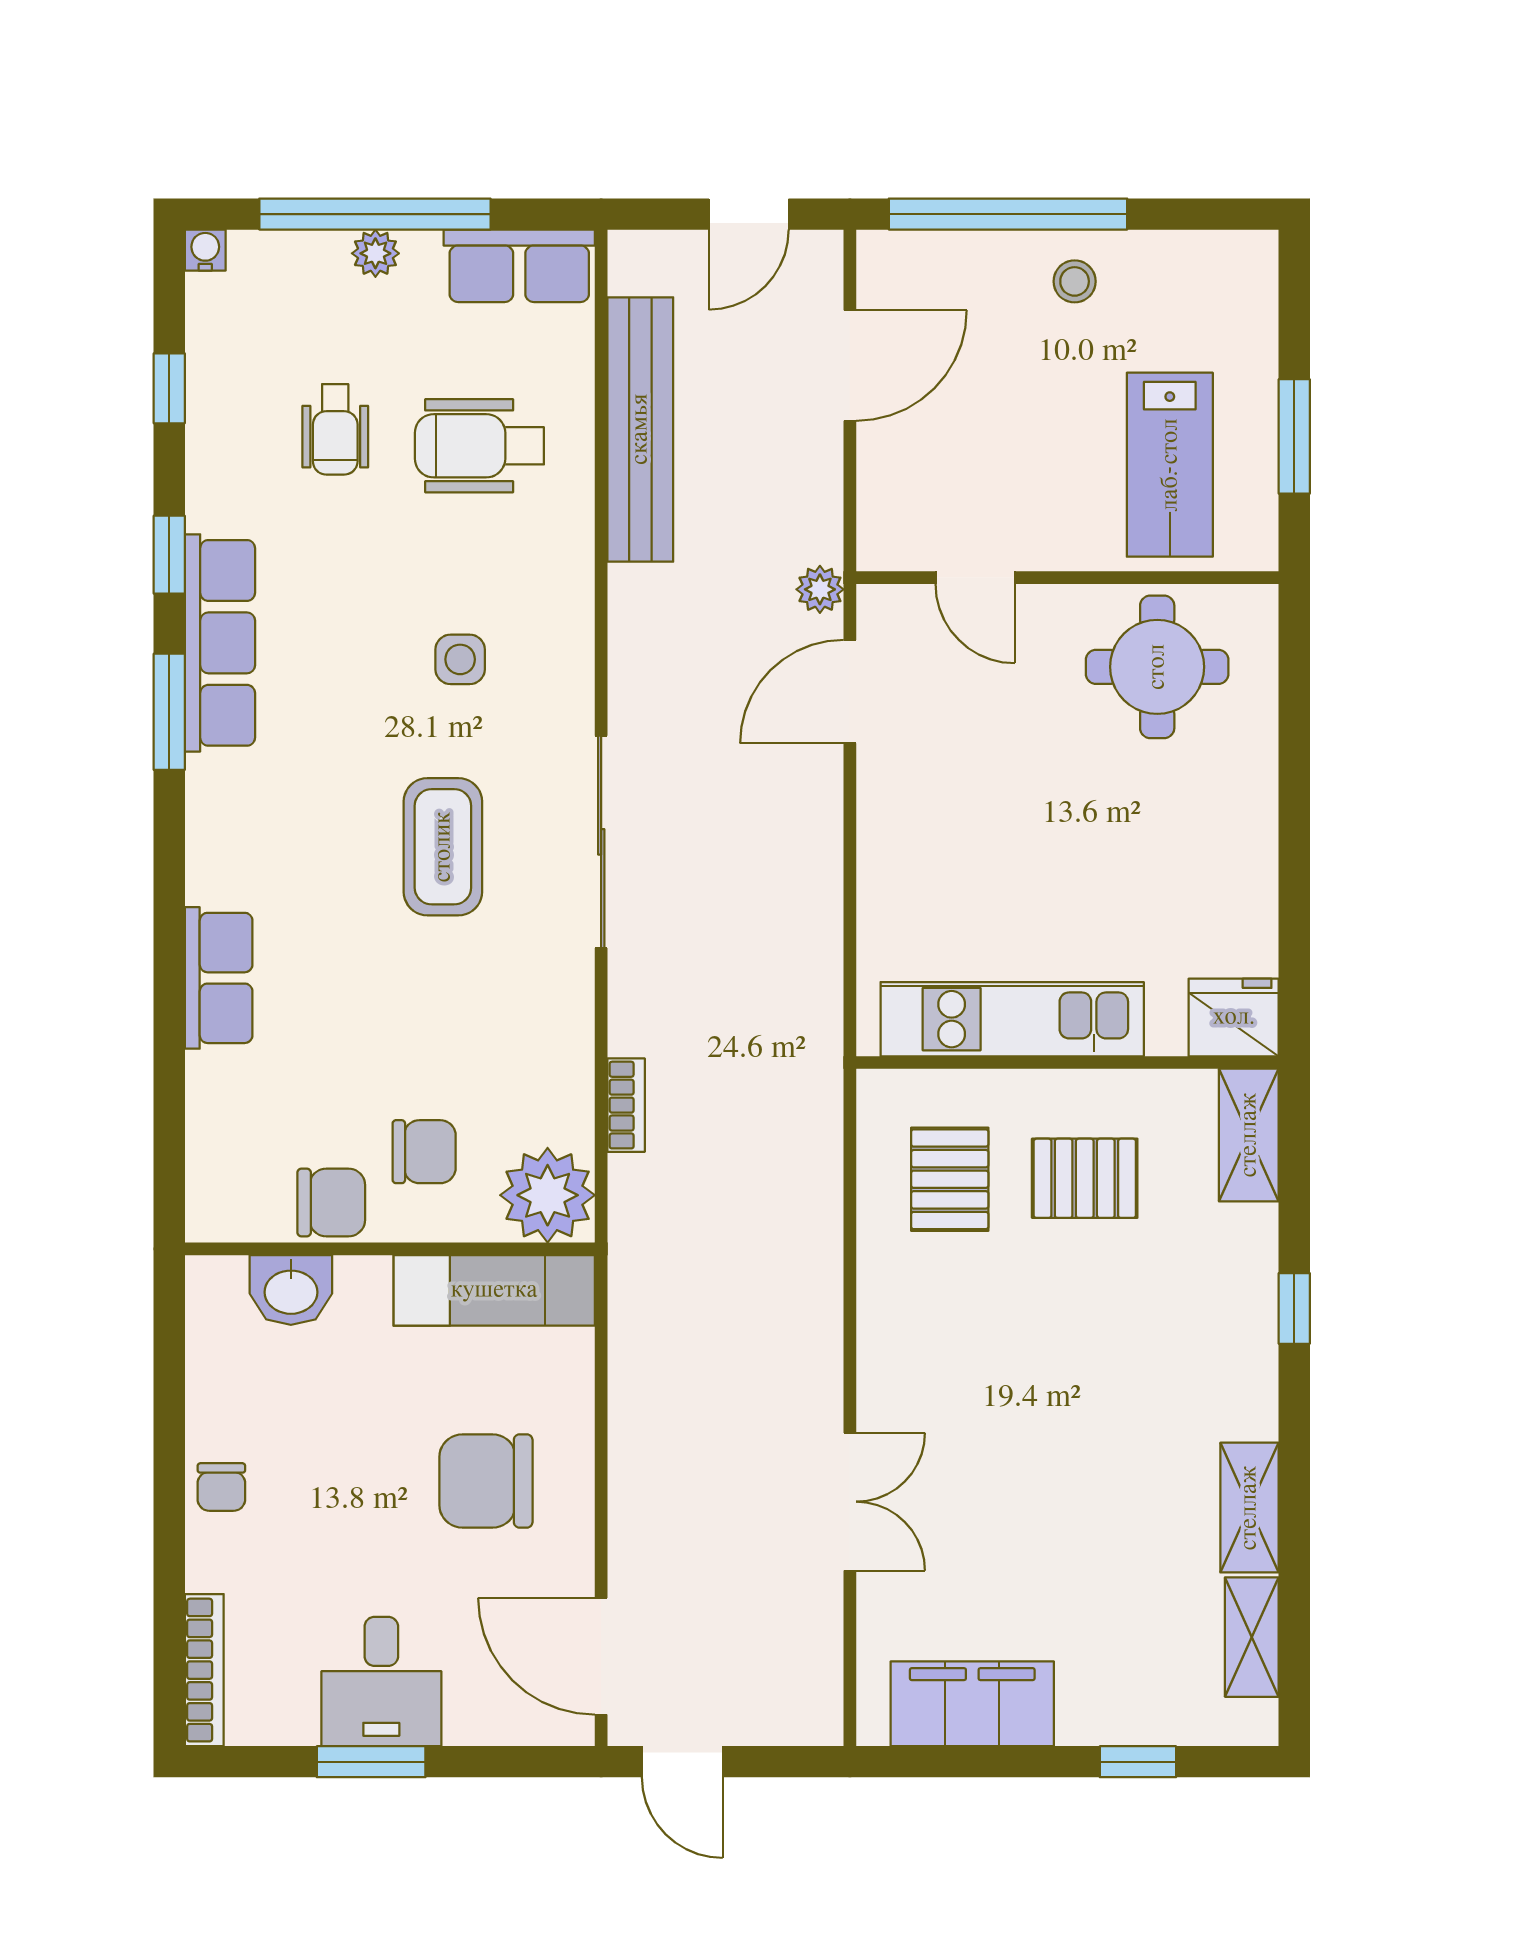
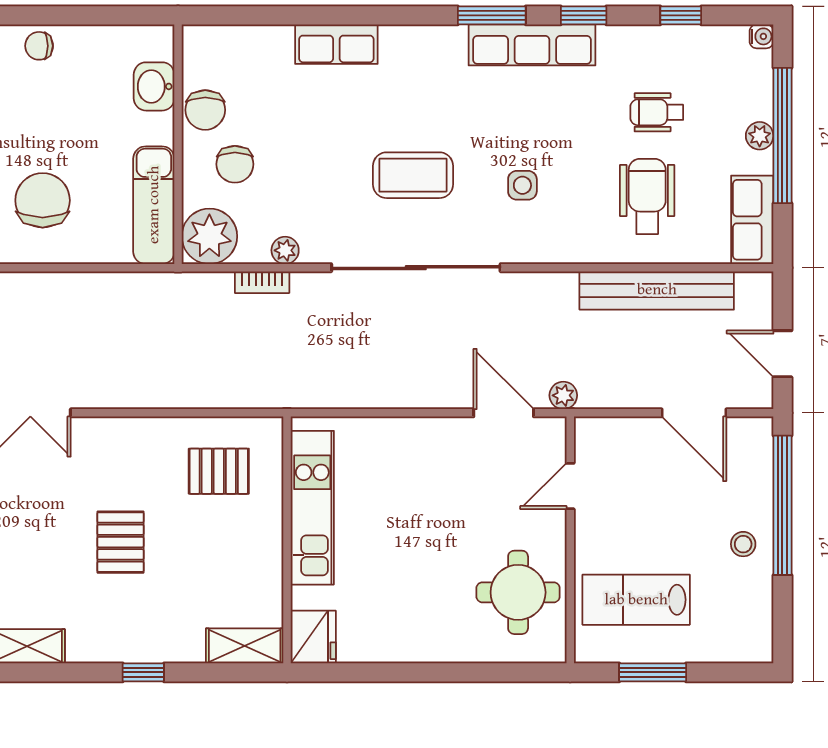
sliding door: (601, 842) -> (416, 268), width x1.36
plant: (572, 1066) -> (285, 250), added
pallet: (1085, 1178) -> (120, 542), moved

